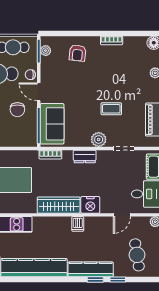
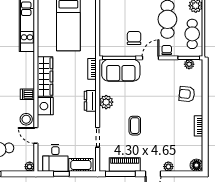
chair: (17, 110) -> (134, 38), turned 90
plant: (99, 139) -> (106, 102), moved
stool: (104, 225) -> (26, 119), added

